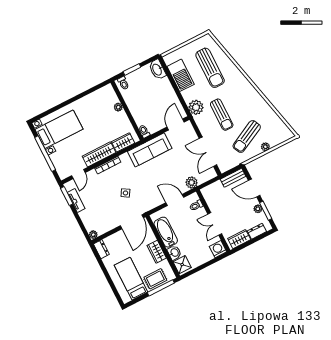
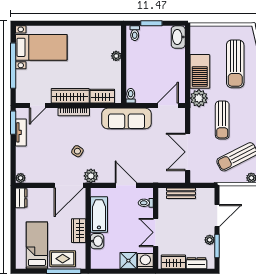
barbecue: (181, 75) -> (200, 71), moved
bench: (233, 178) -> (181, 193), moved
plant: (192, 182) -> (91, 176), moved
door: (254, 188) -> (217, 216), swing flipped
shower: (182, 265) -> (128, 261), moved

